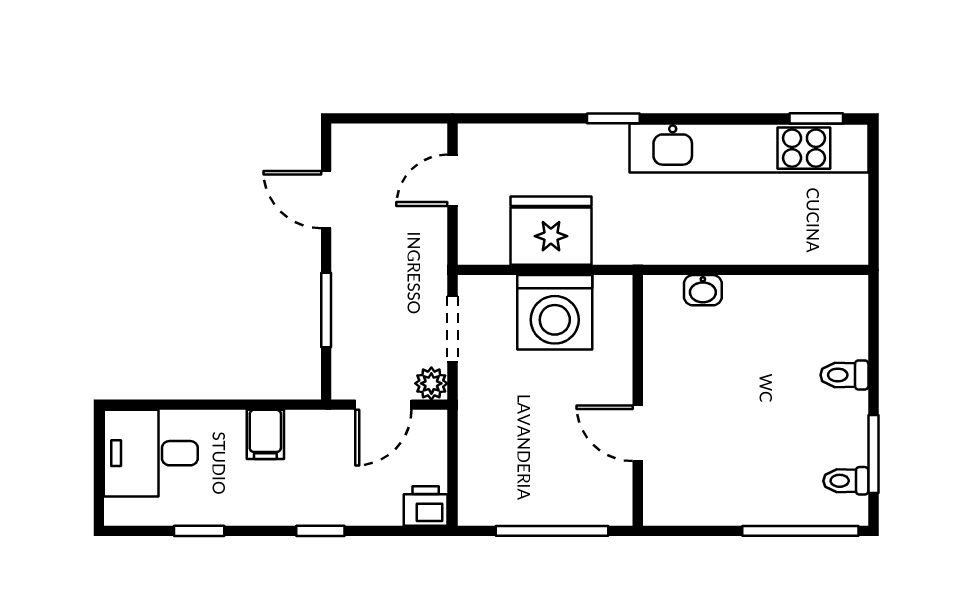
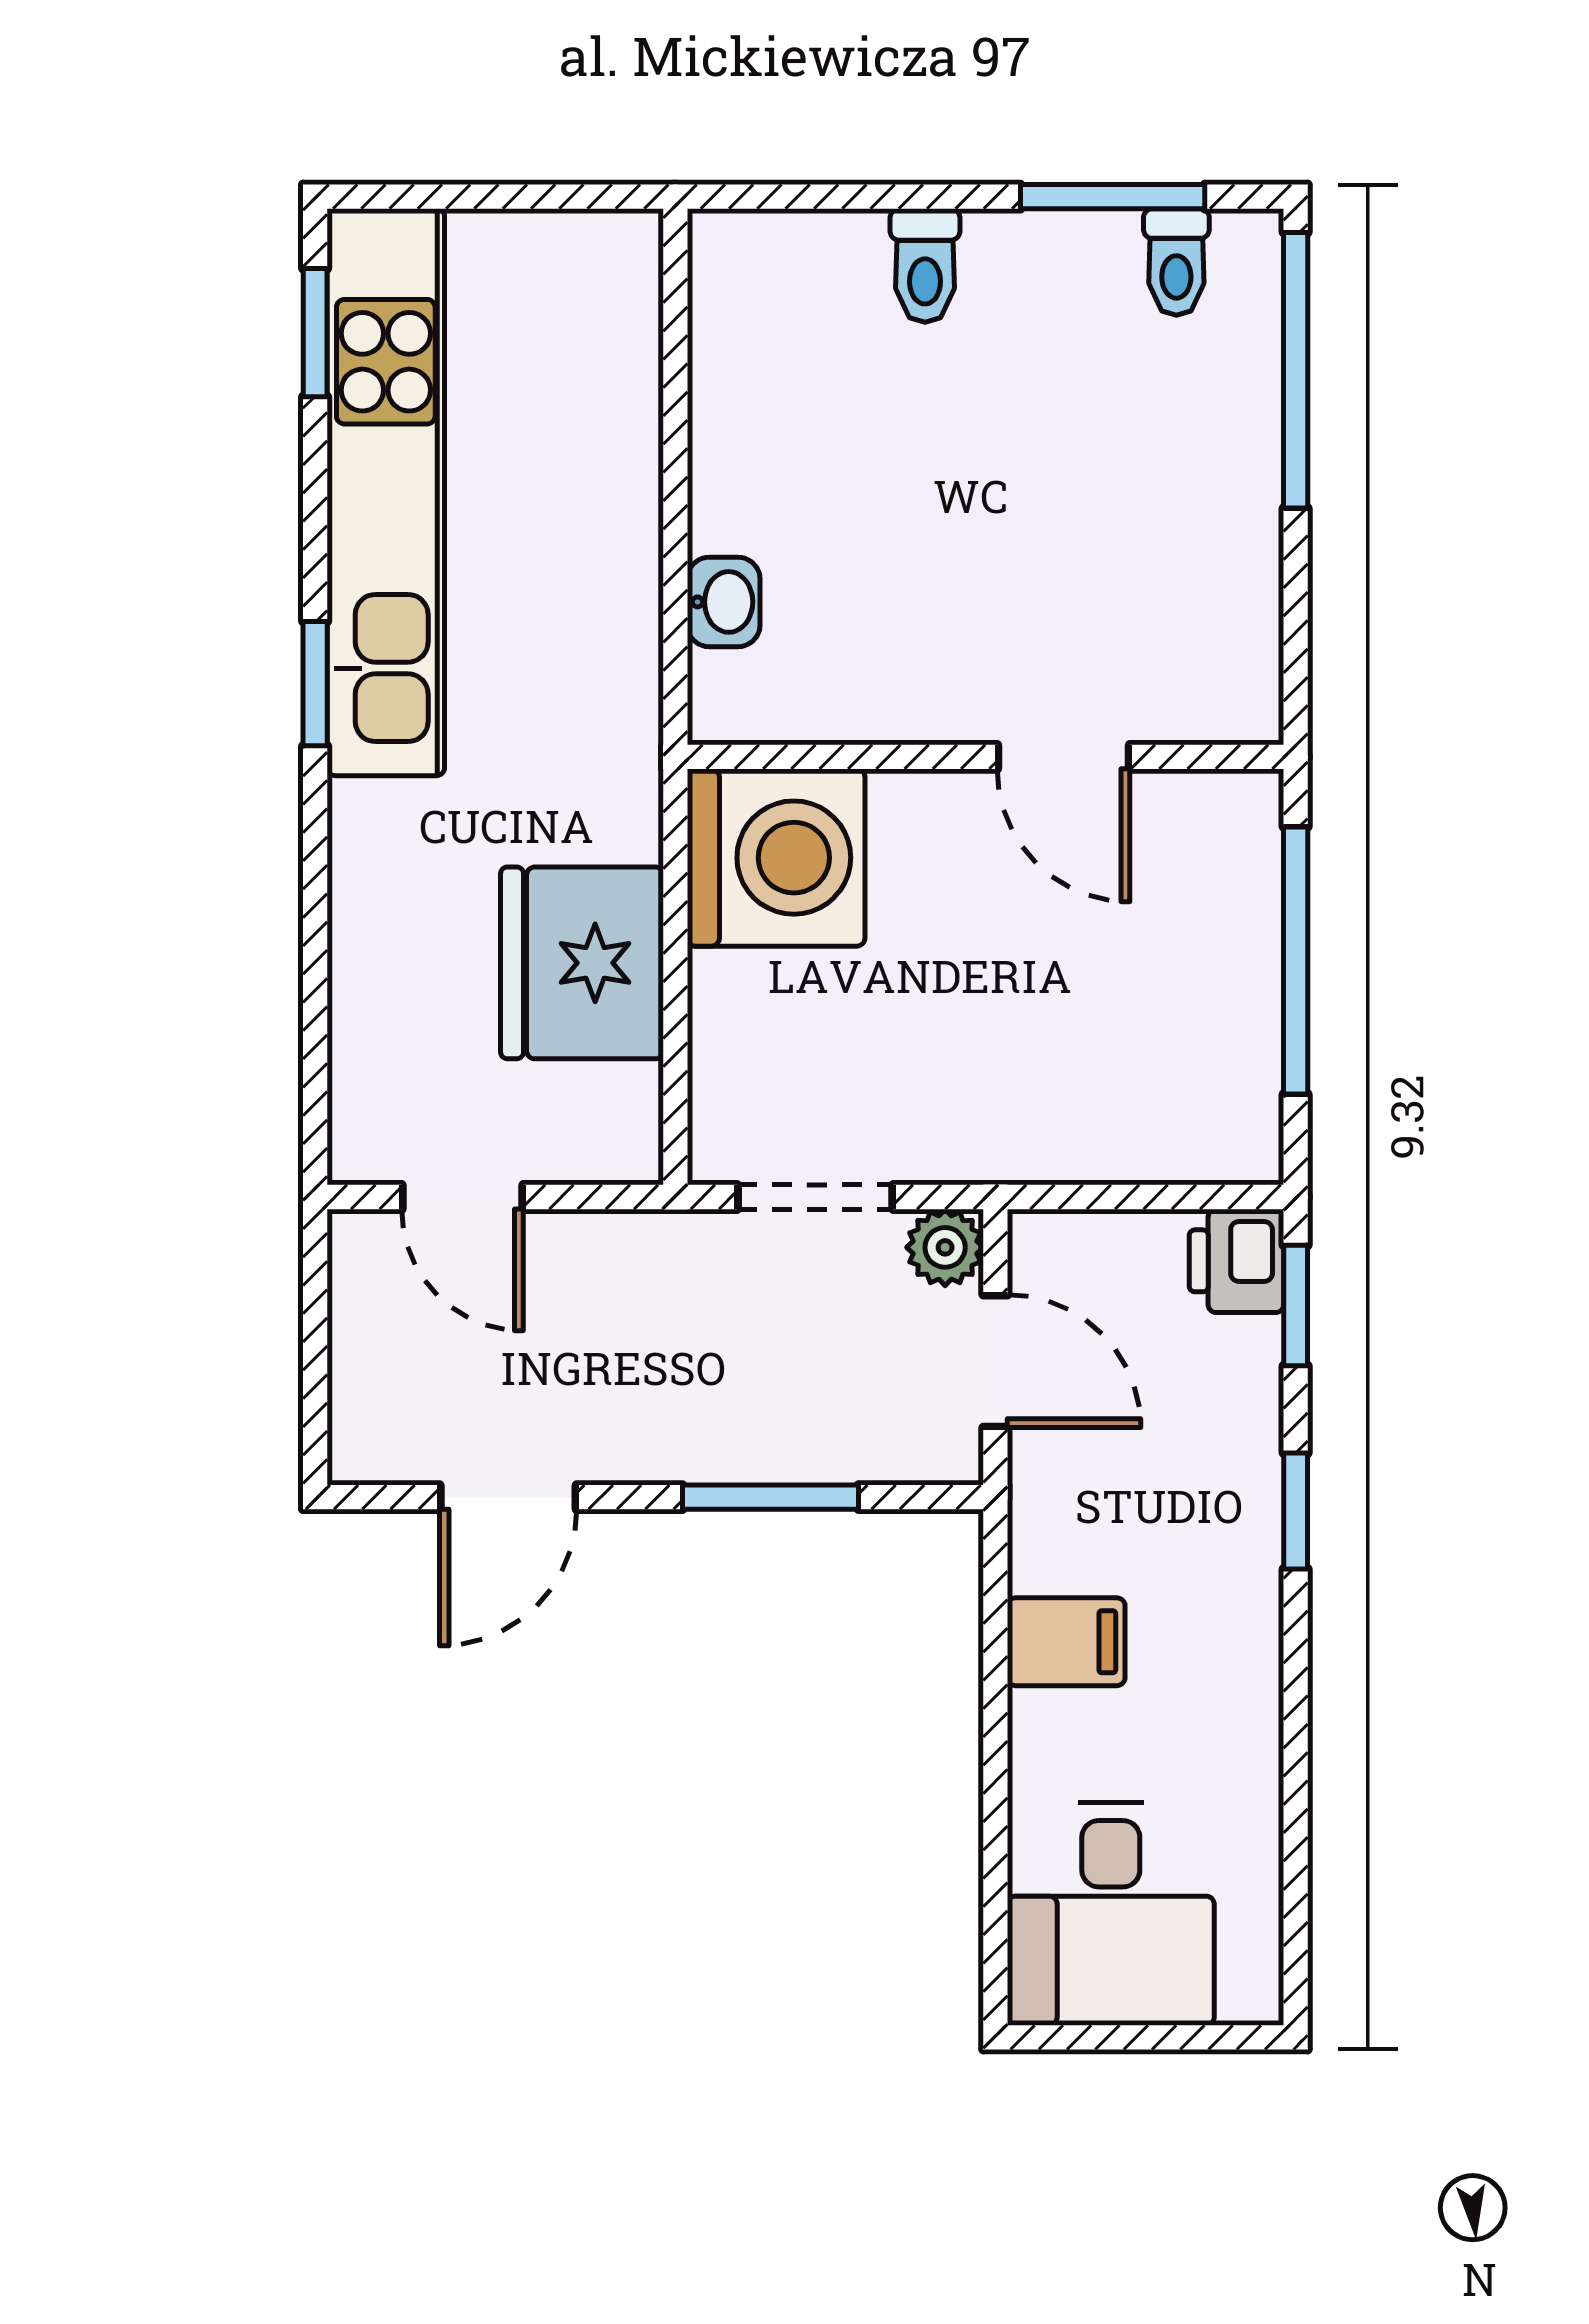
window: (613, 118) -> (315, 684), moved
washing machine: (555, 312) -> (776, 858), moved
door: (638, 433) -> (1063, 757), hinge flipped
window: (199, 531) -> (1296, 1305), moved

